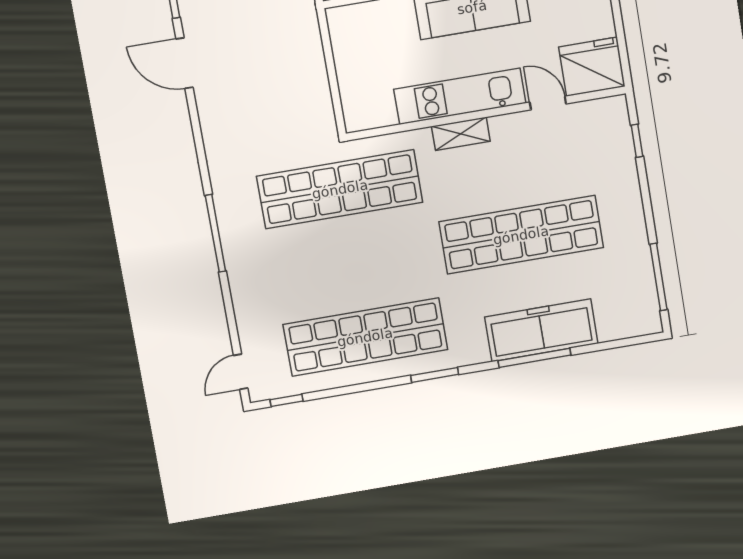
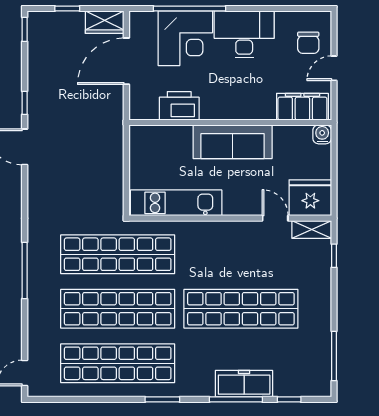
kitchen unit: (460, 96) -> (176, 203), moved
shelving: (461, 134) -> (312, 230), moved
shop shelf: (353, 263) -> (118, 309), added
freezer: (541, 330) -> (244, 384), width x0.73, depth x0.79
window: (287, 400) -> (289, 399), moved

